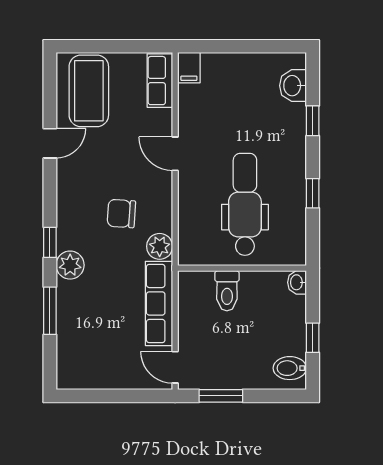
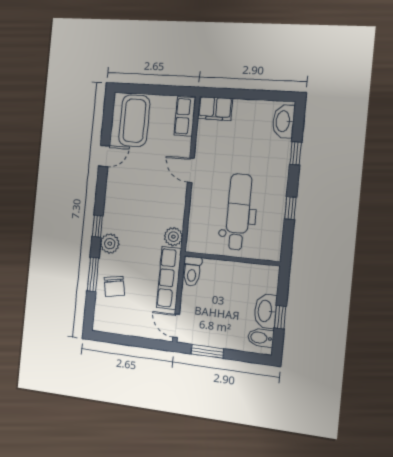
filing cabinet: (189, 68) -> (215, 109), width x2.00
washbasin: (293, 86) -> (283, 121), width x1.38
chair: (121, 213) -> (114, 286), moved, turned -104
washbasin: (297, 282) -> (265, 311), moved, width x1.91, depth x1.45
toilet: (227, 291) -> (192, 271), moved

